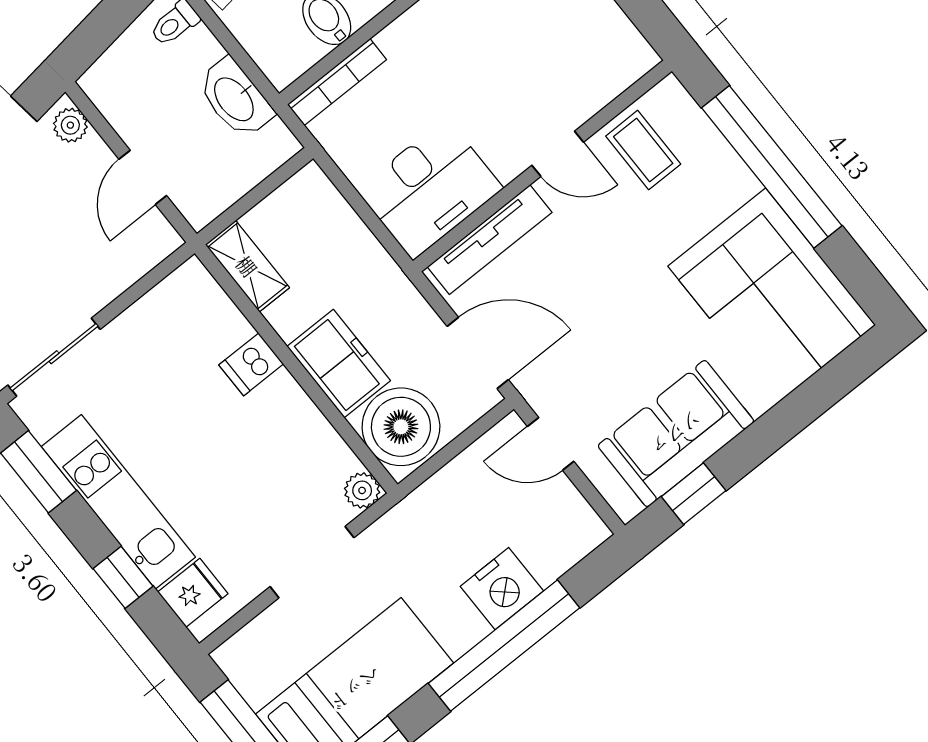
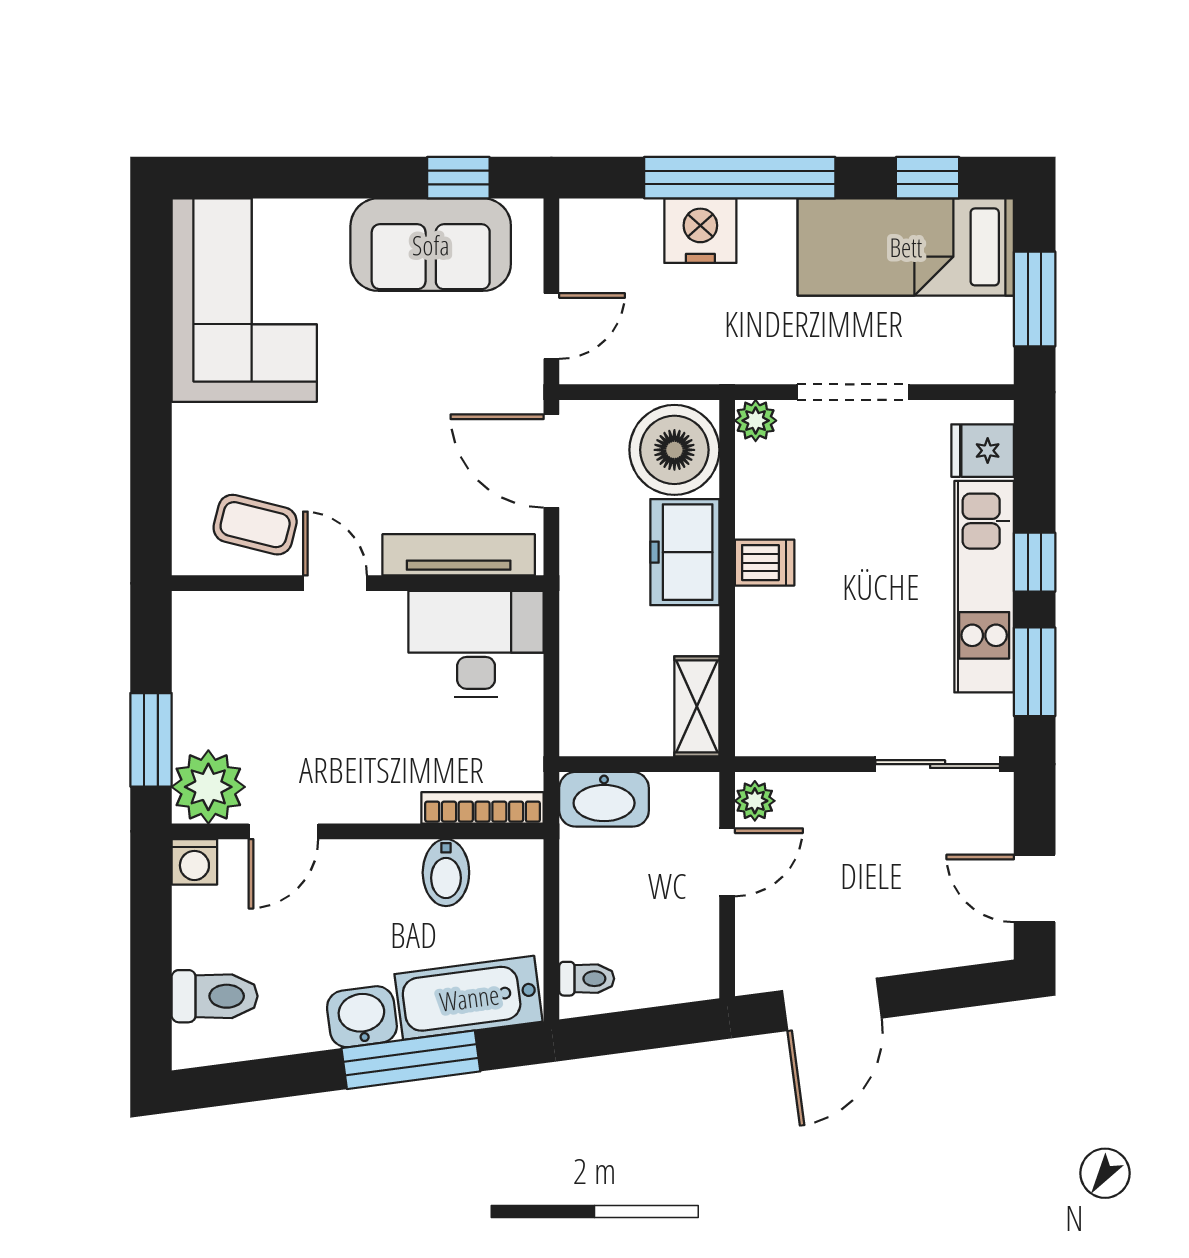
washbasin: (235, 98) -> (604, 799), moved, turned 90
plant: (70, 125) -> (755, 801), moved
coffee table: (643, 150) -> (255, 525), turned -76
window: (772, 167) -> (151, 416), removed
dishwasher: (251, 364) -> (765, 563), moved
door: (551, 444) -> (551, 326), hinge flipped
window: (123, 577) -> (1035, 562), moved

